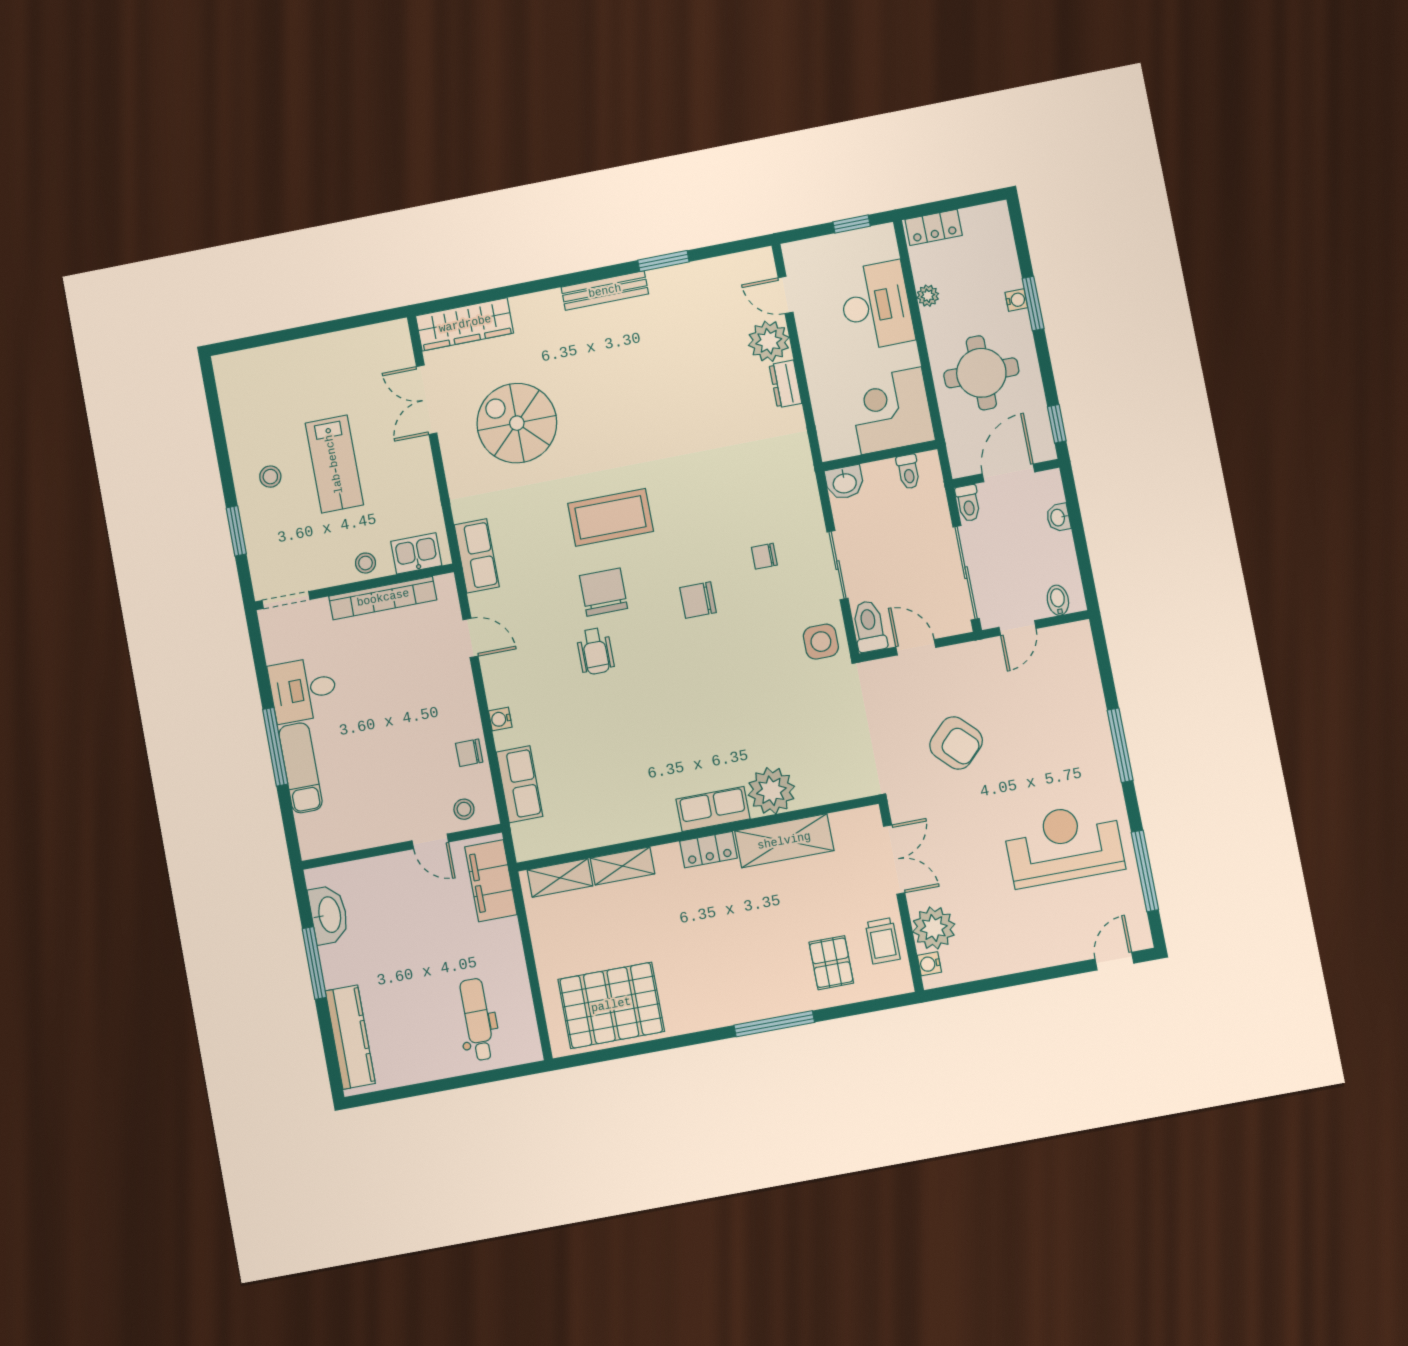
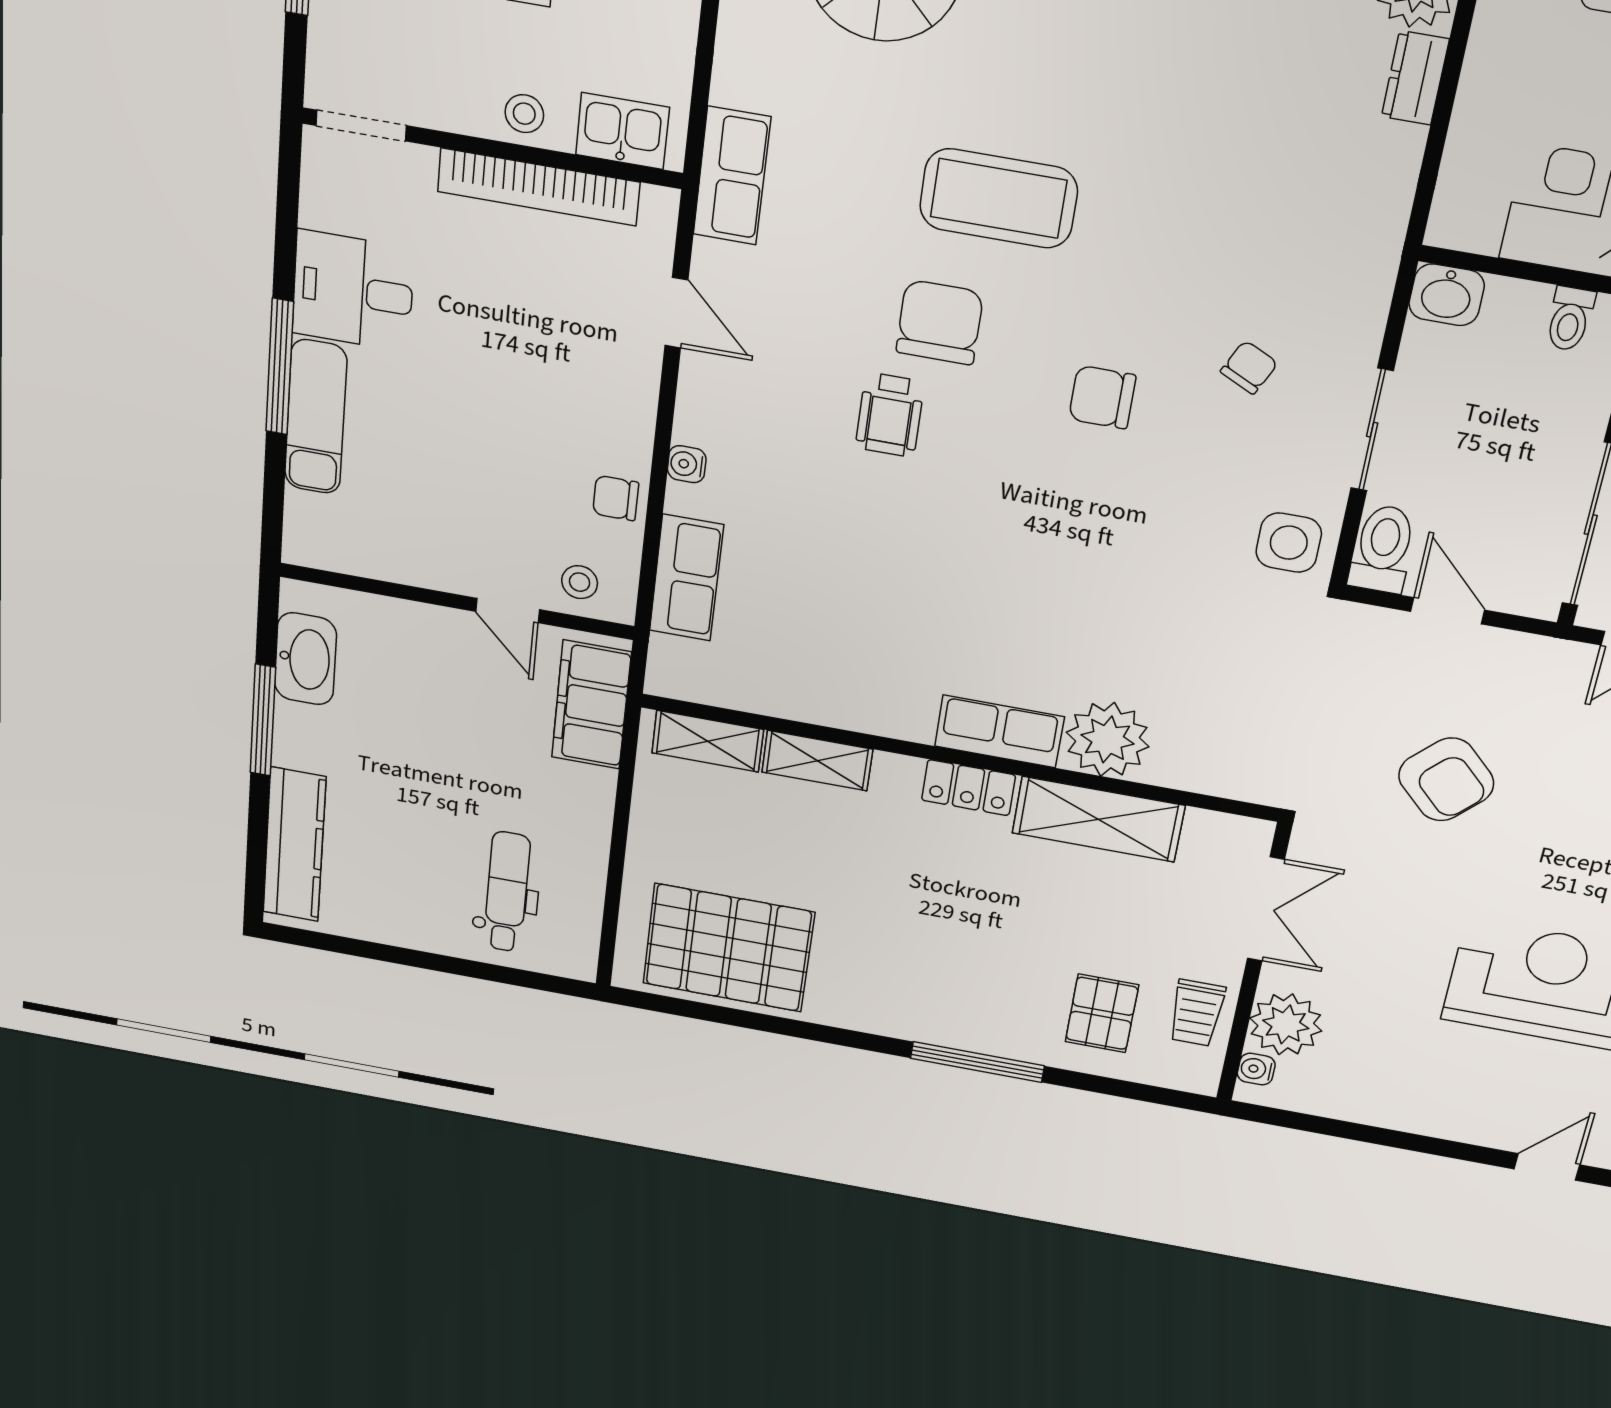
chair: (764, 556) -> (1249, 367), turned 116

